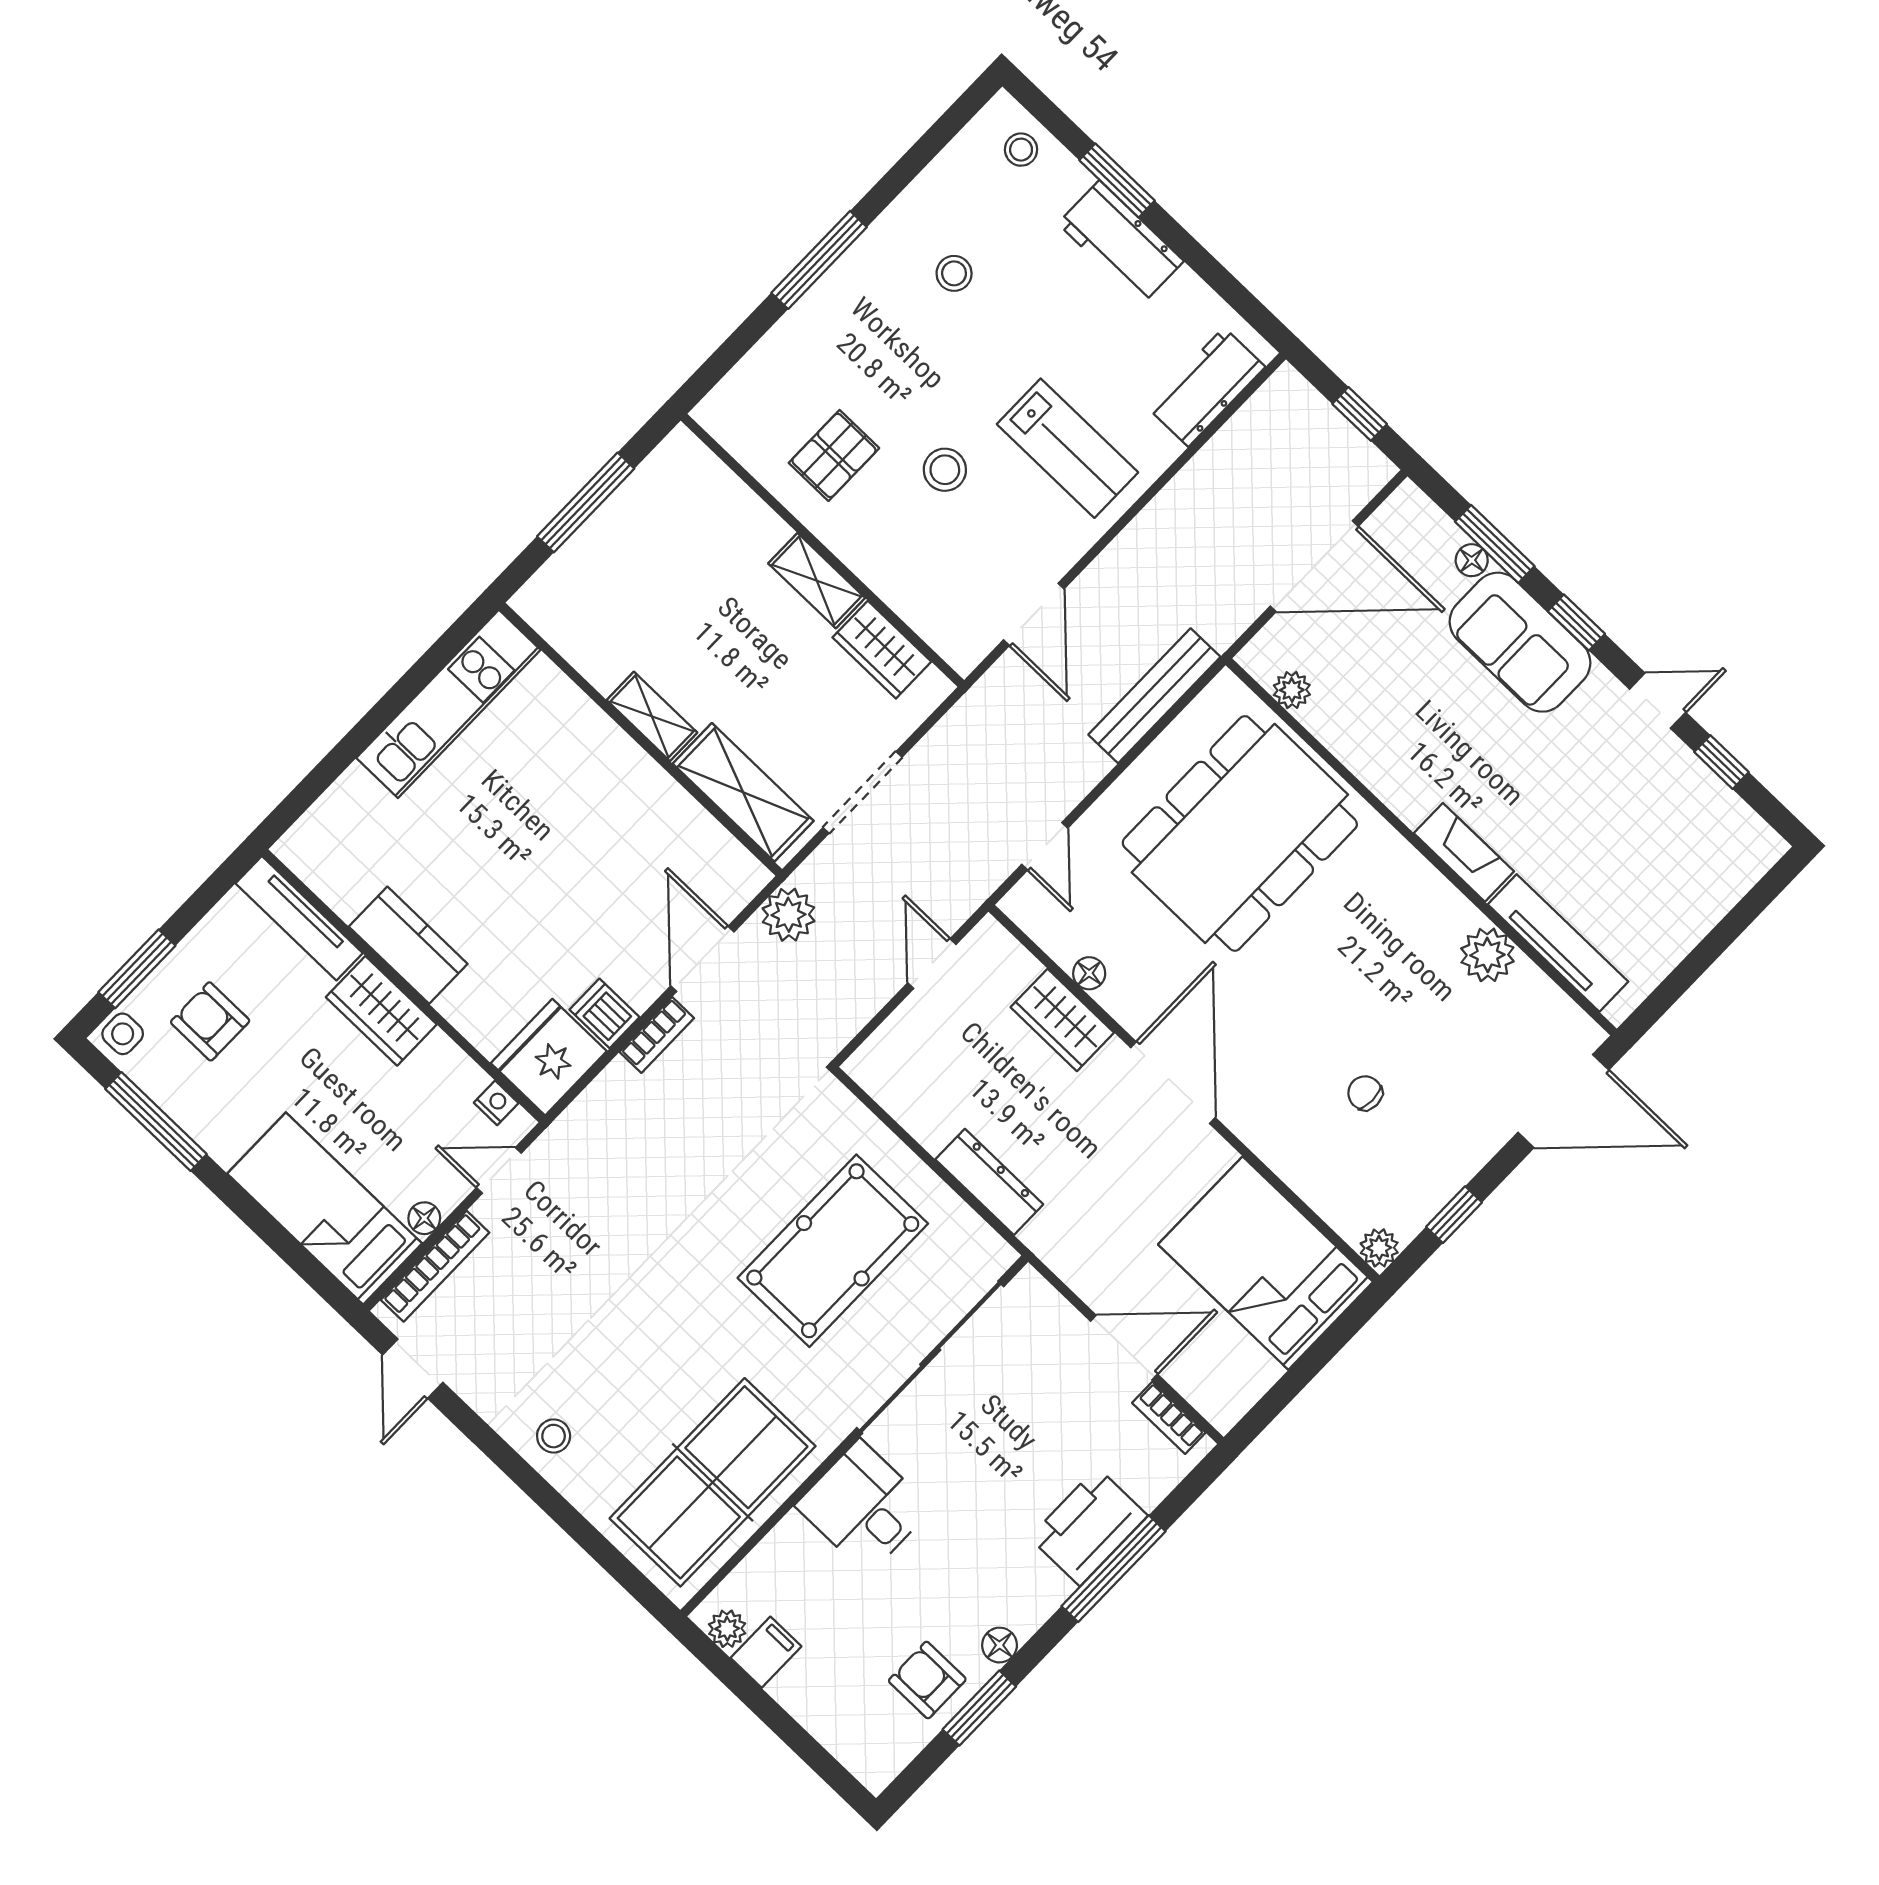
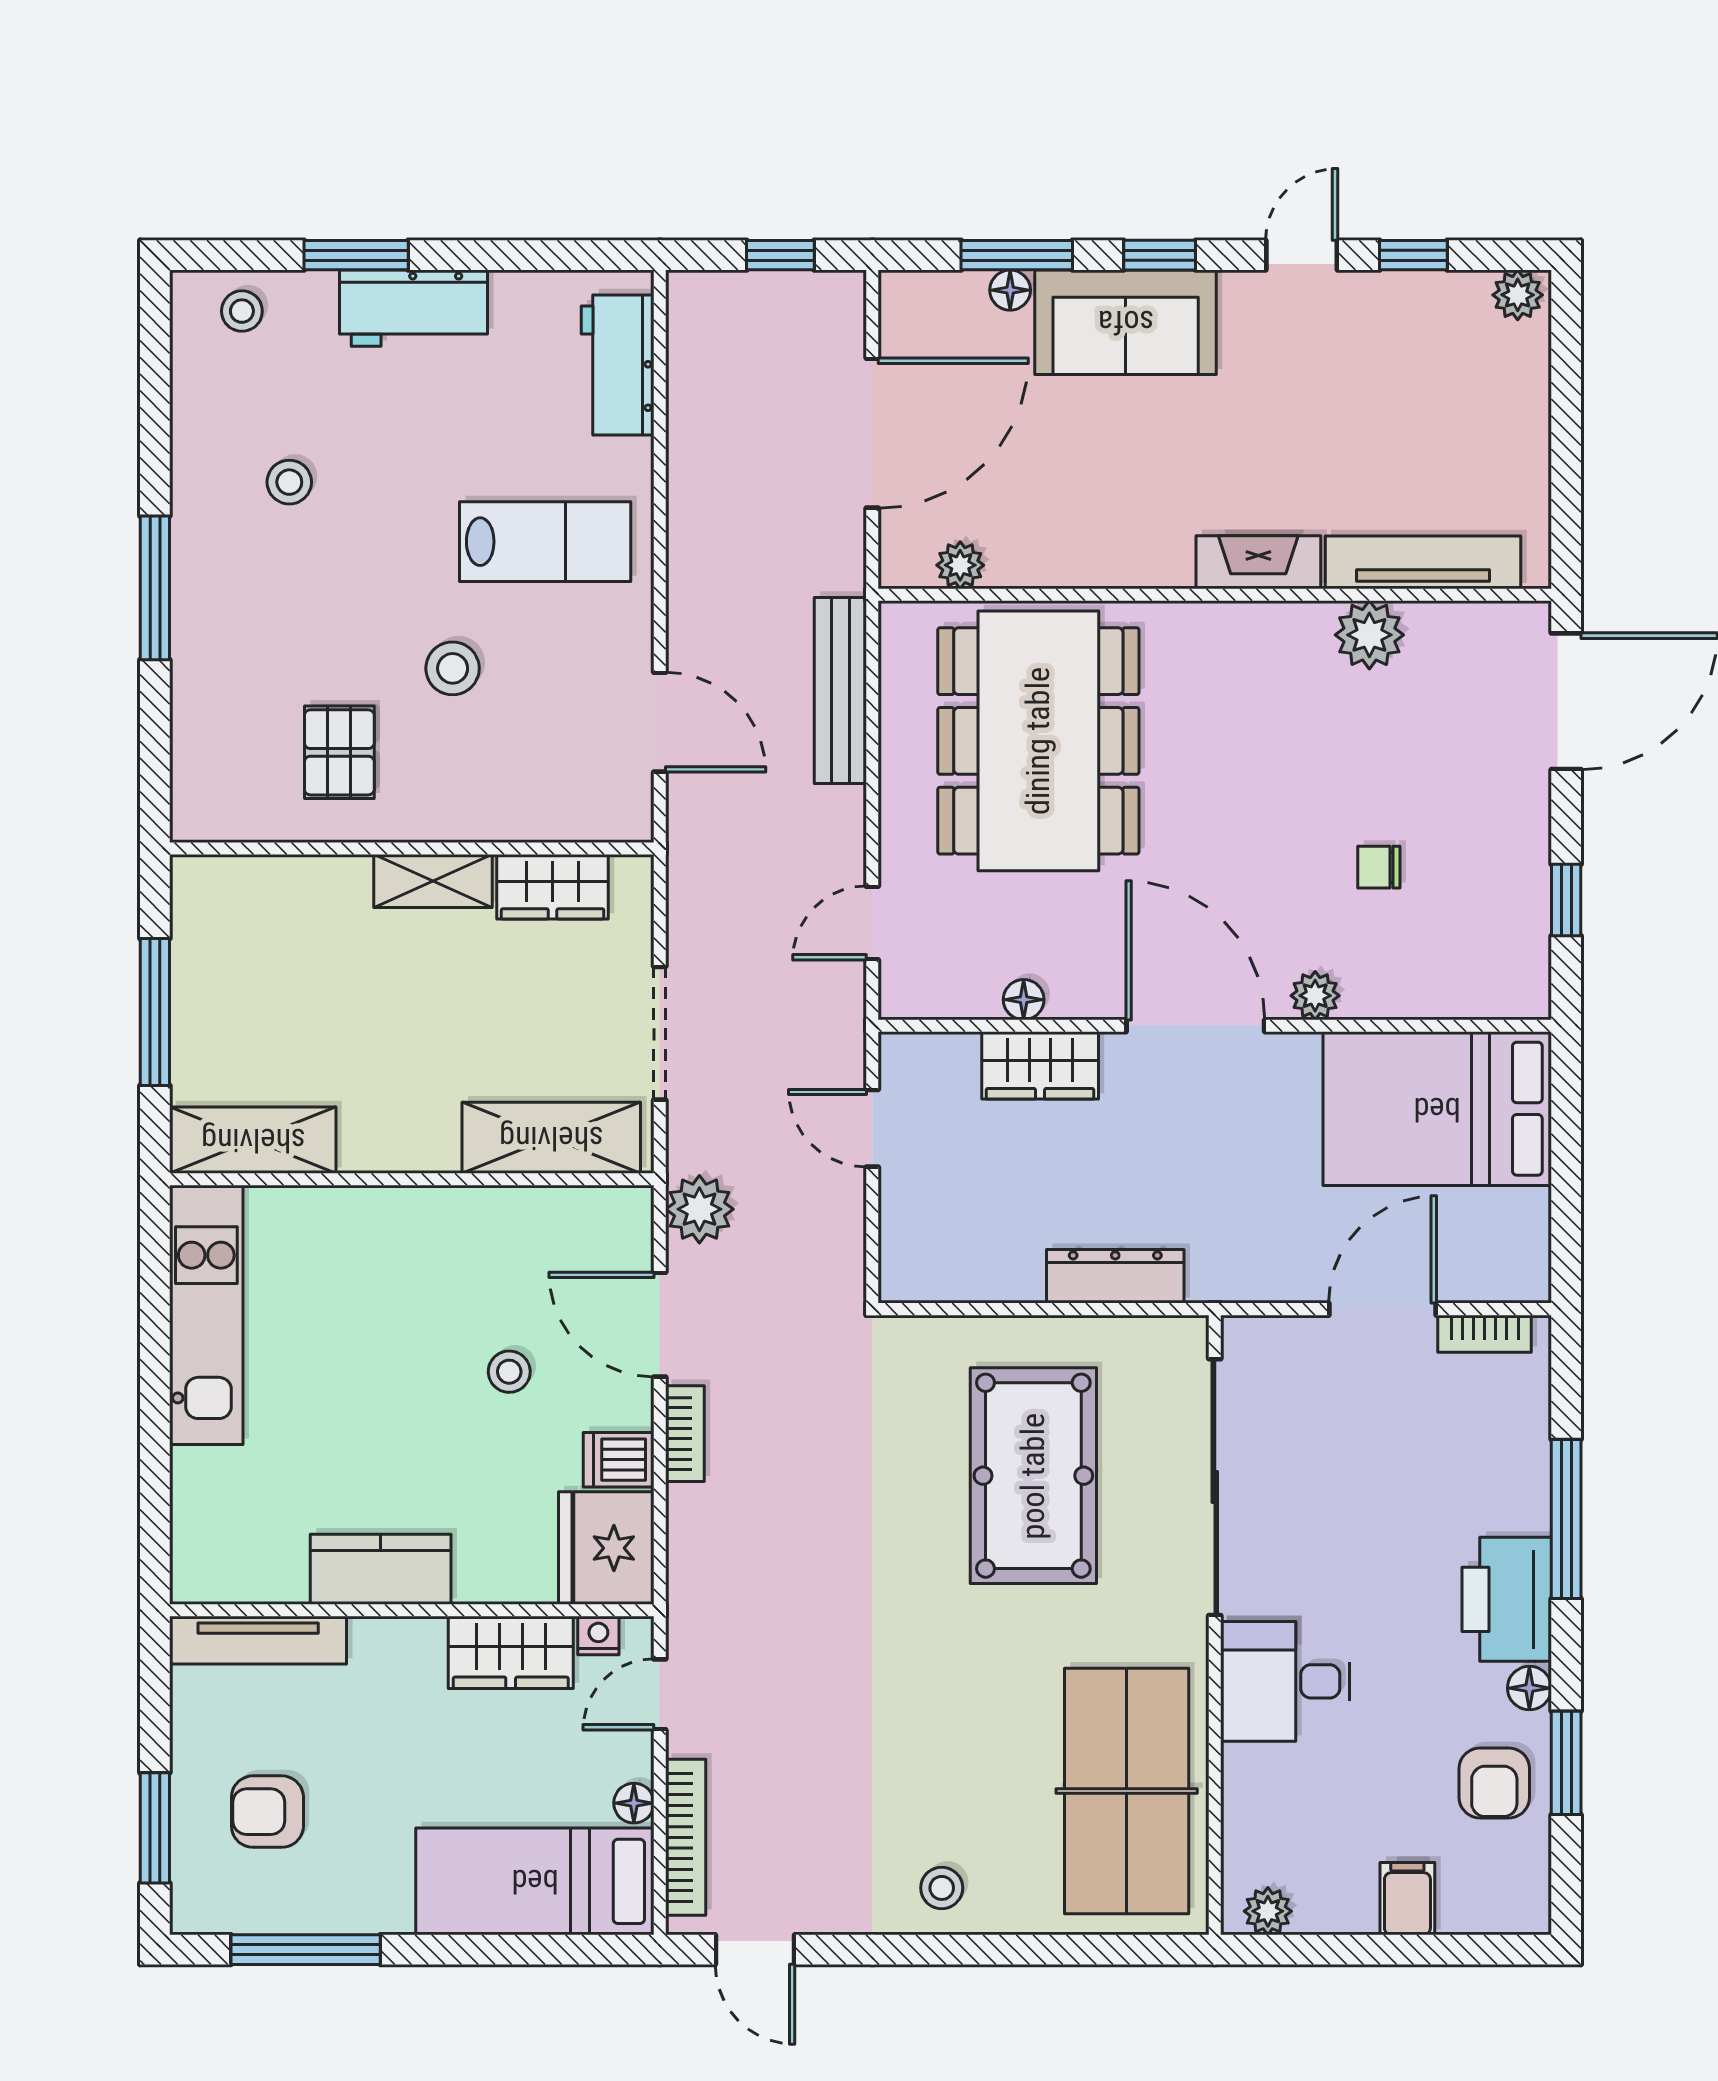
shelving: (652, 716) -> (253, 1140), moved, width x1.50, depth x1.33
plant: (1759, 842) -> (1518, 295), added
door: (1045, 846) -> (872, 923), swing flipped
stool: (590, 903) -> (509, 1372), added
wardrobe: (381, 1011) -> (511, 1652), moved
side table: (123, 1034) -> (199, 1899), removed
plant: (1379, 1248) -> (1315, 996), moved
printer: (1088, 1527) -> (1507, 1599), moved
filing cabinet: (766, 1652) -> (1407, 1899), moved
armchair: (927, 1680) -> (1494, 1783), turned -90

